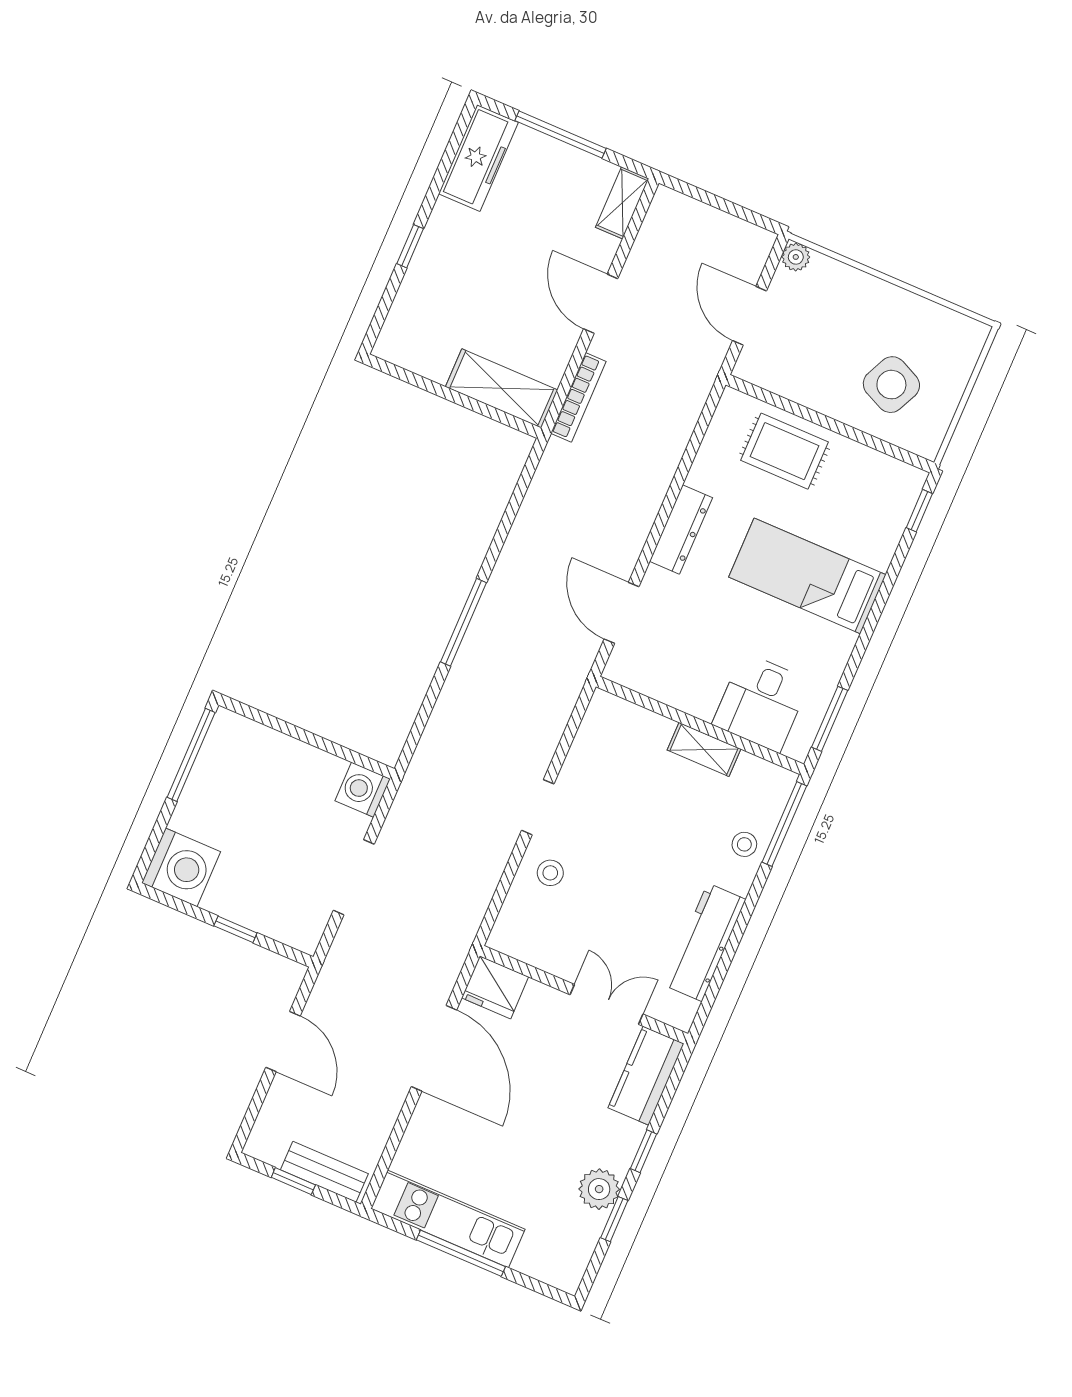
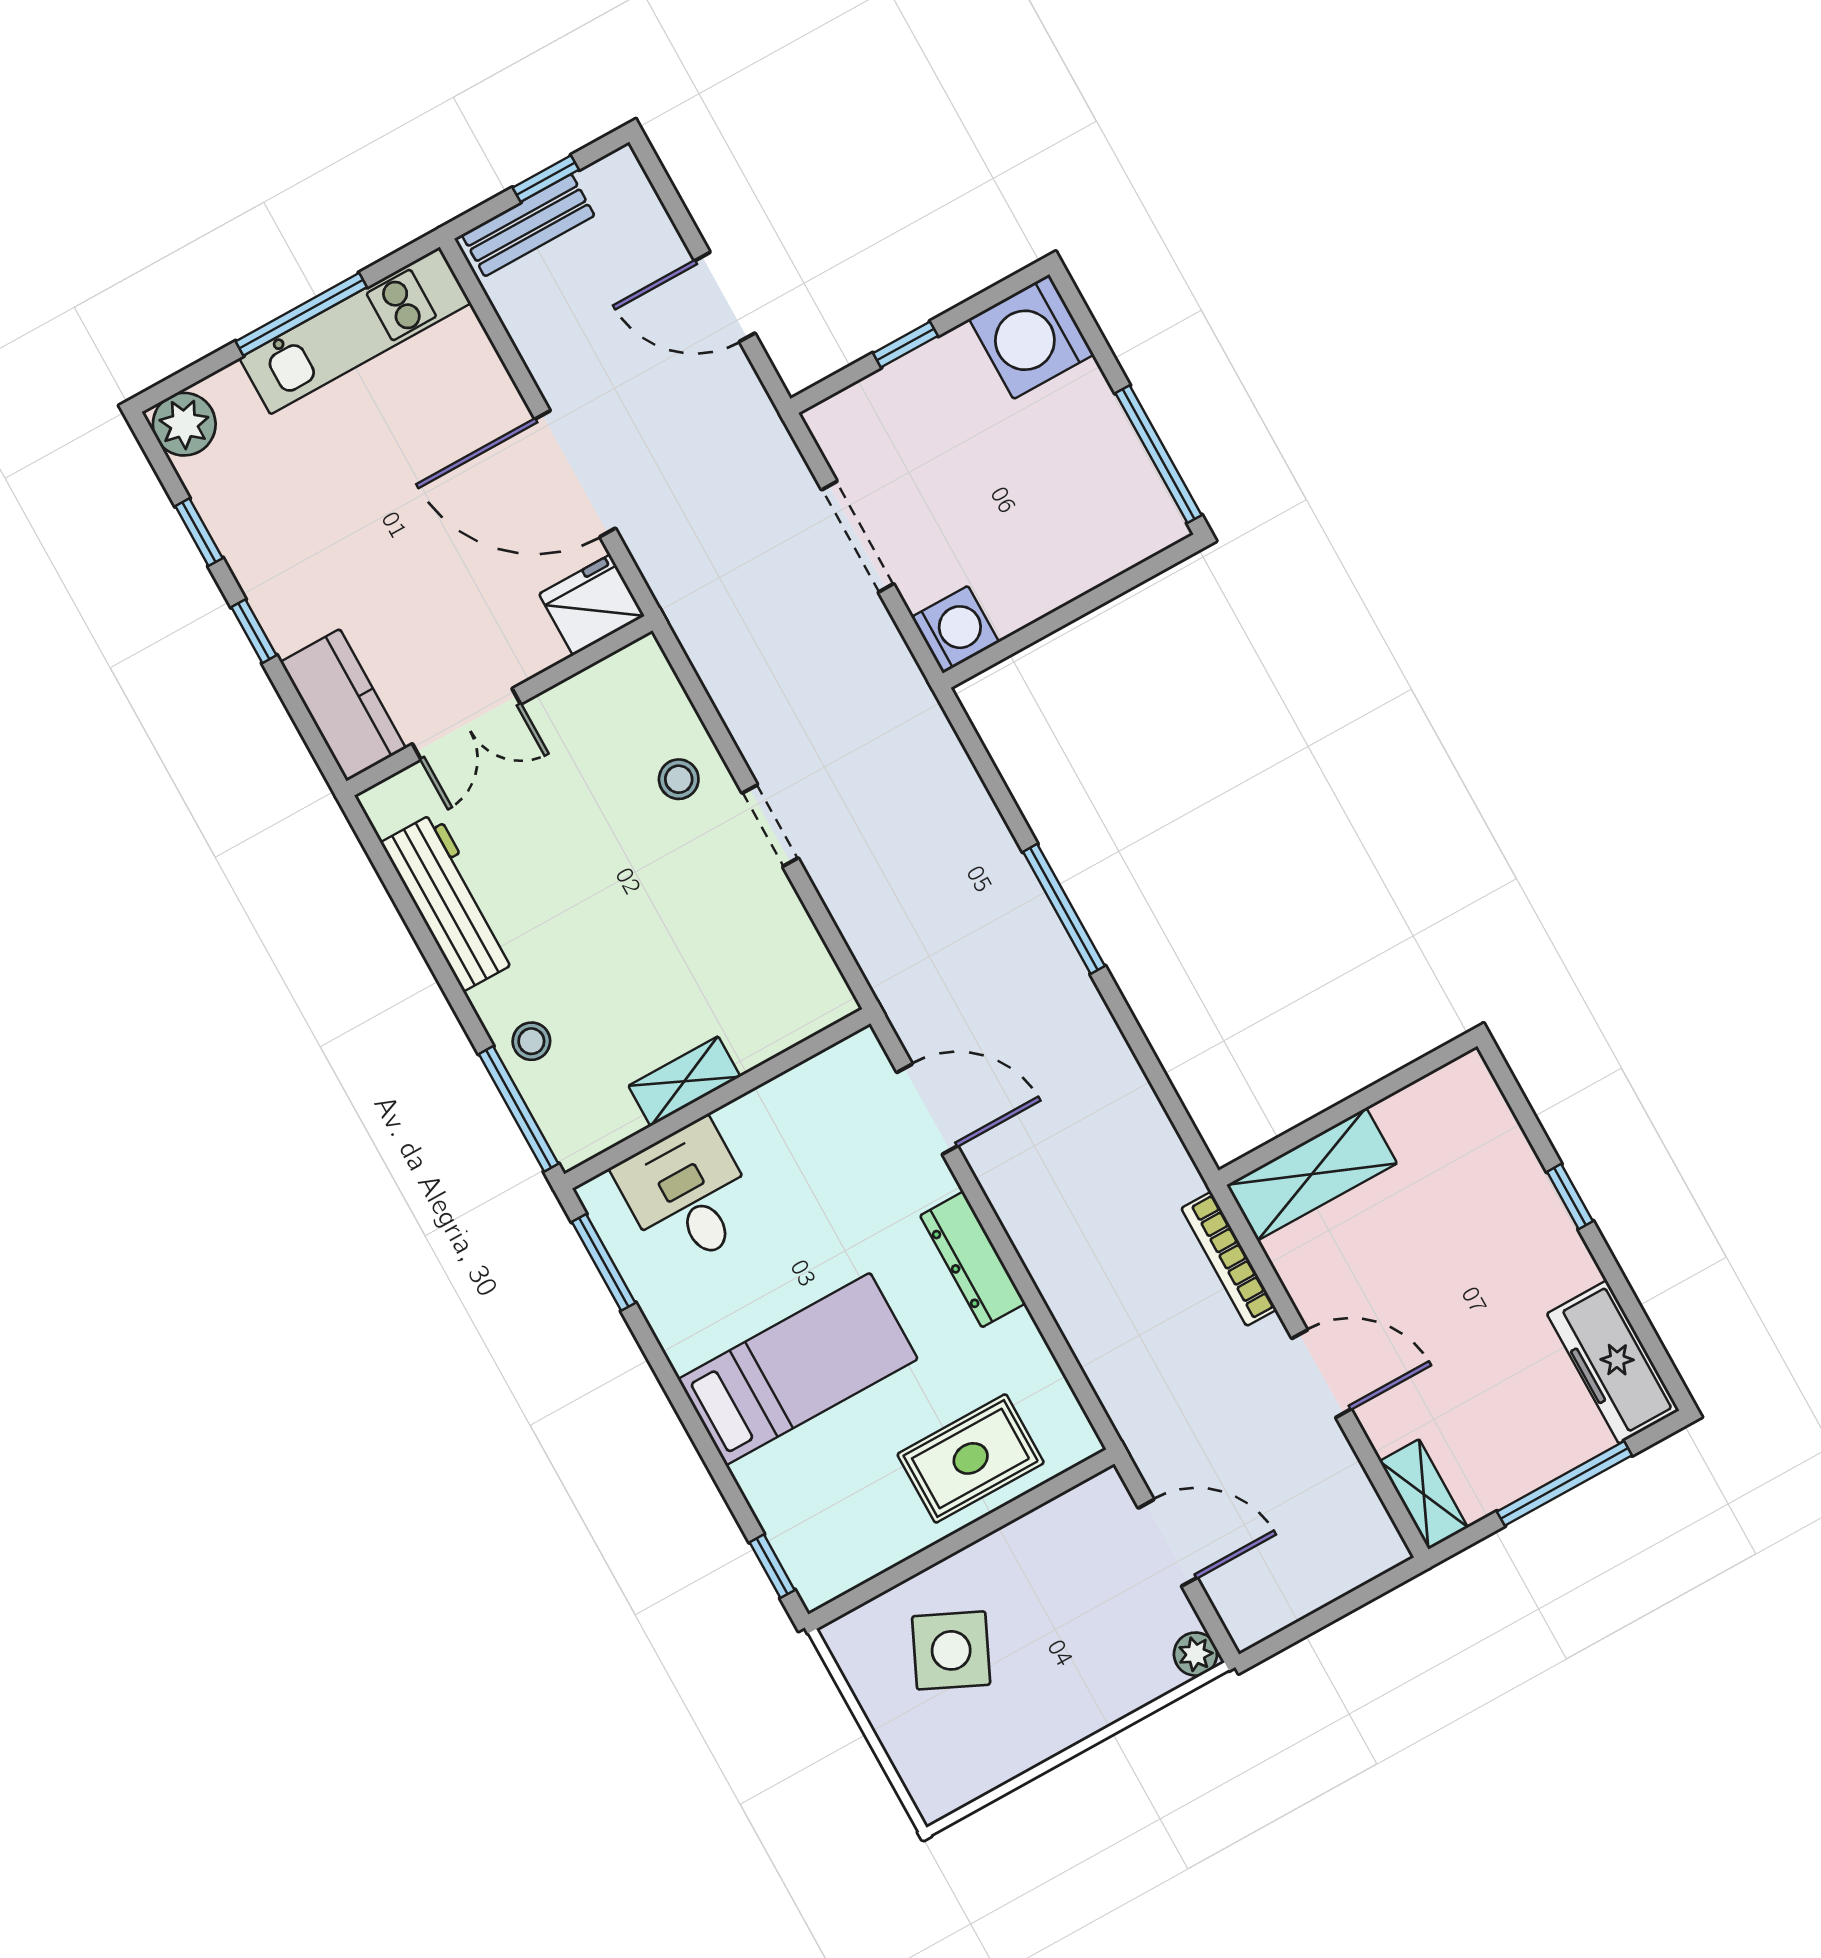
plant: (599, 1189) -> (184, 424), moved

